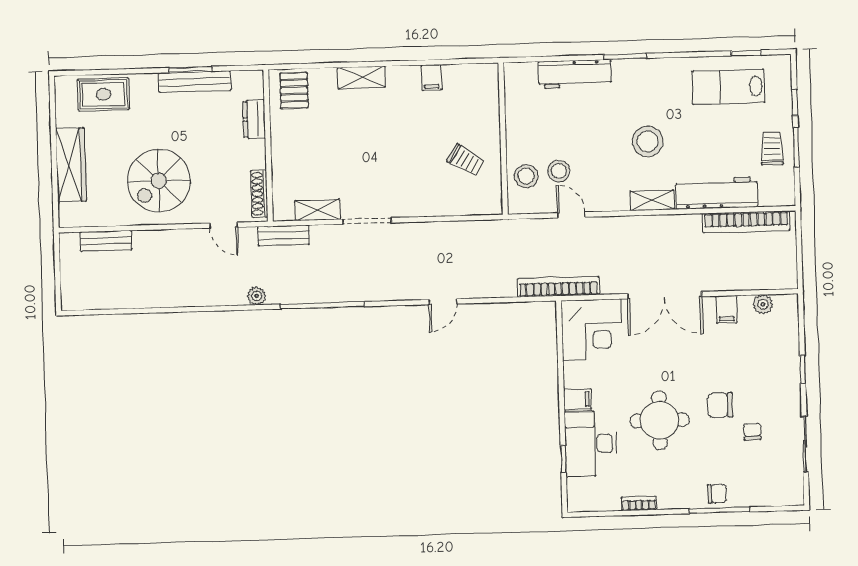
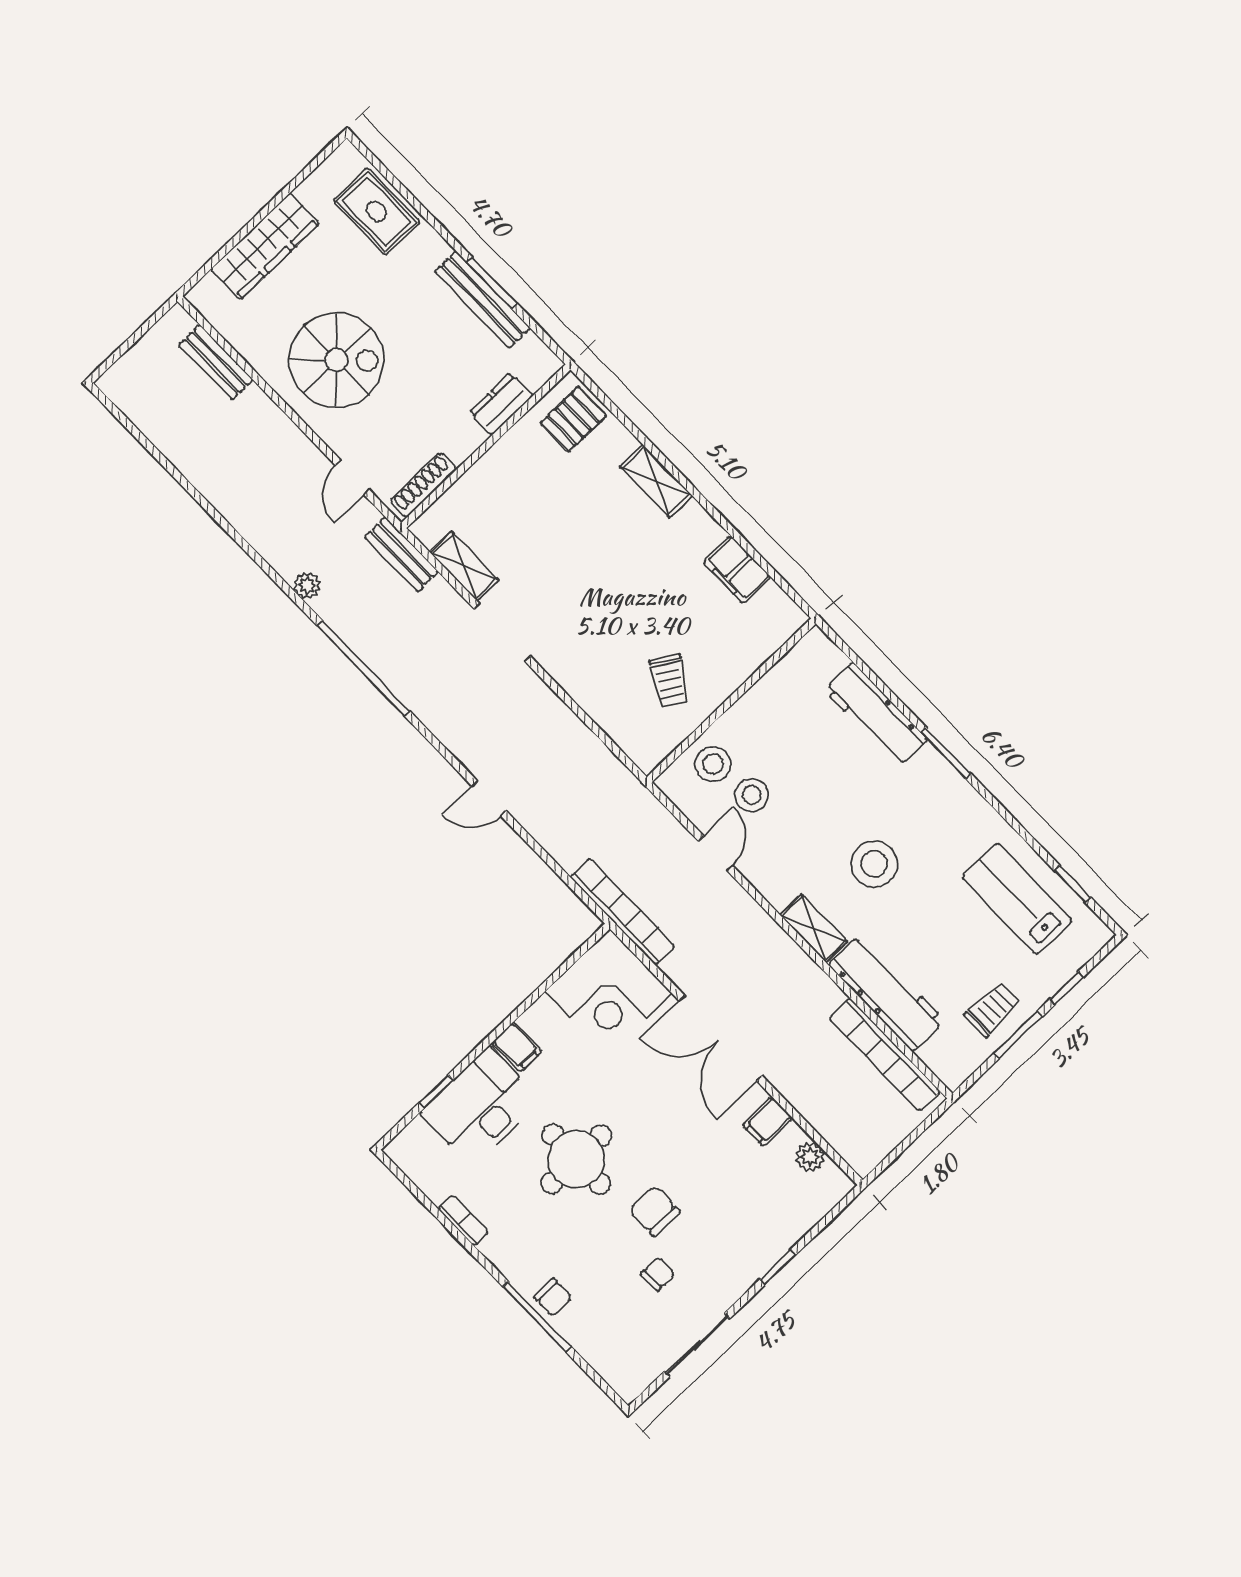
filing cabinet: (432, 78) -> (737, 570), width x2.00
spiral stairs: (159, 181) -> (336, 360), turned 180

